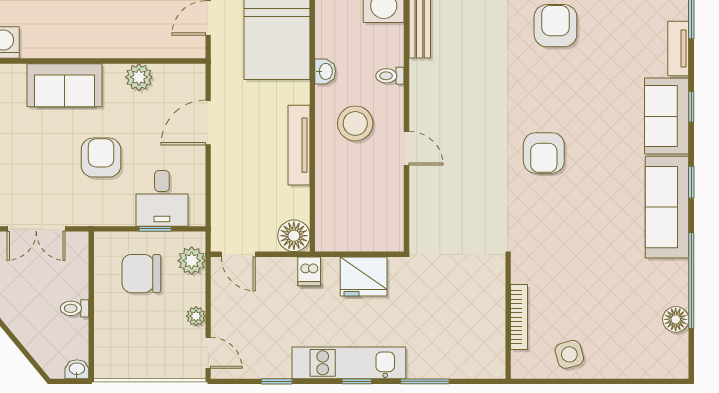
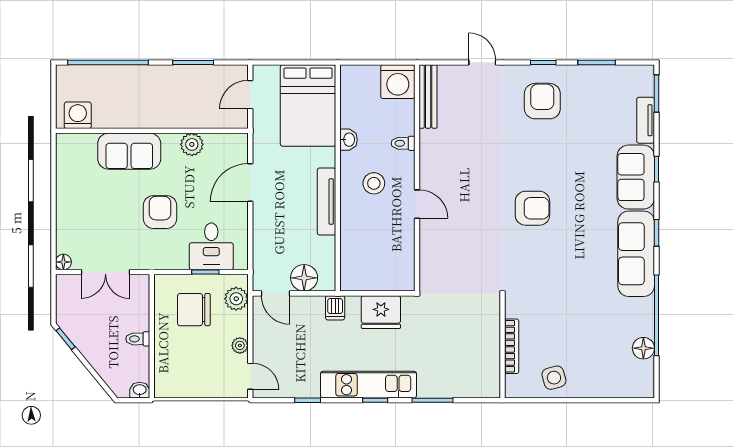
stool: (355, 123) -> (374, 183), width x0.73, depth x0.73
armchair: (544, 153) -> (532, 208), turned -90
floor lamp: (294, 236) -> (304, 278), moved

